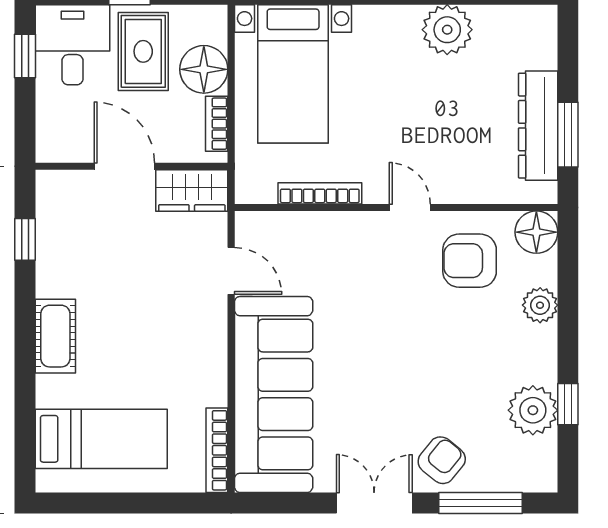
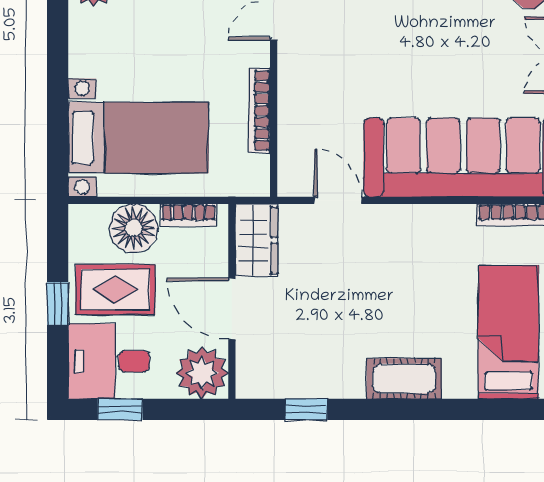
plant: (61, 137) -> (202, 373), added
door: (124, 166) -> (232, 309), hinge flipped
door: (231, 271) -> (338, 200), hinge flipped

